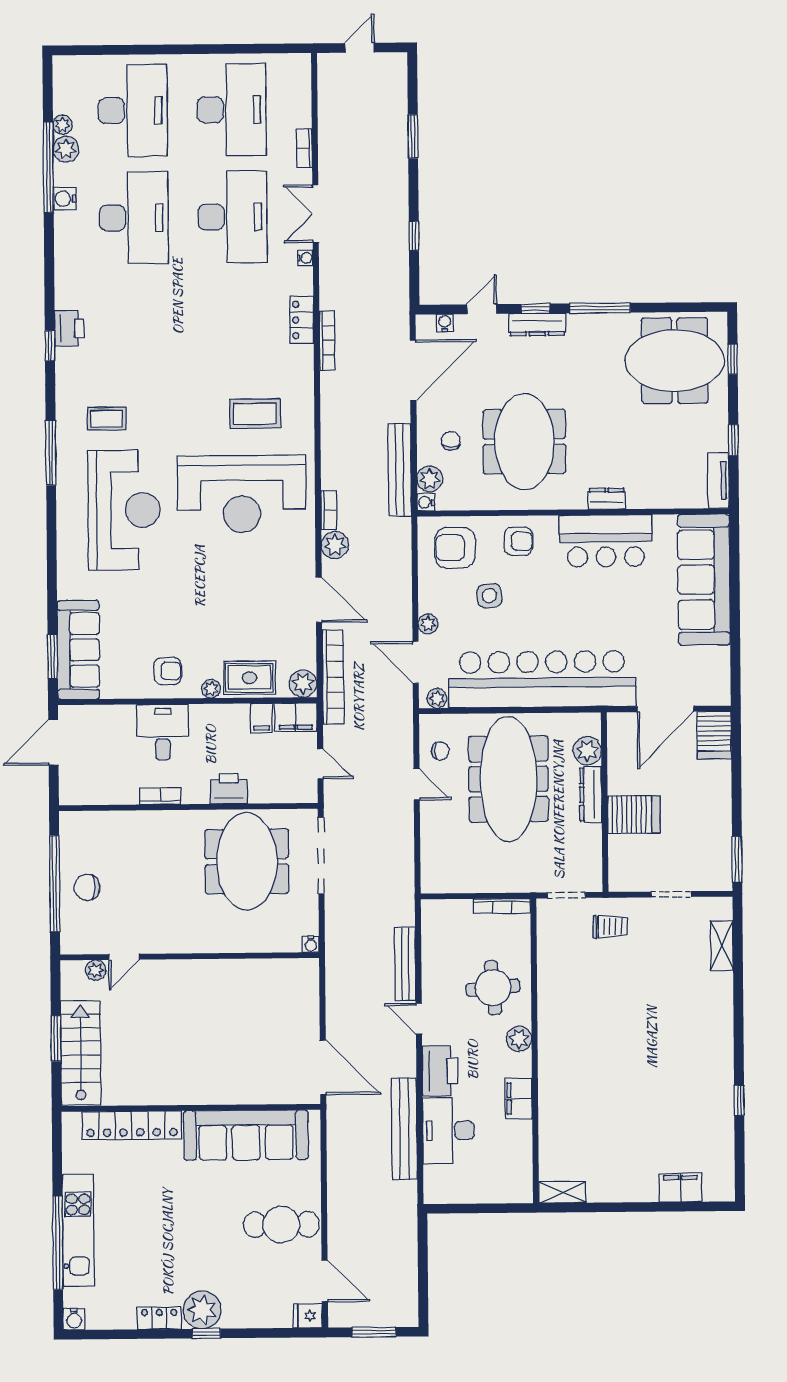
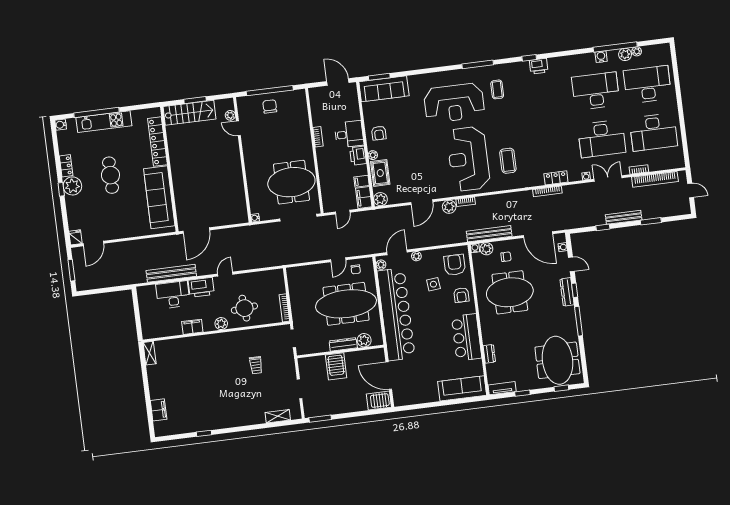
desk: (133, 110) -> (647, 85), turned 180
desk: (134, 218) -> (596, 91), turned 180
dresser: (607, 499) -> (489, 354), moved
sofa: (704, 580) -> (462, 388), width x0.74, depth x0.79
bookcase: (333, 677) -> (655, 179), moved
printer: (229, 789) -> (358, 156), moved, turned 180
trolley: (610, 926) -> (256, 365), moved
bench: (405, 964) -> (624, 217), moved
cafe table: (281, 1224) -> (110, 175), moved

